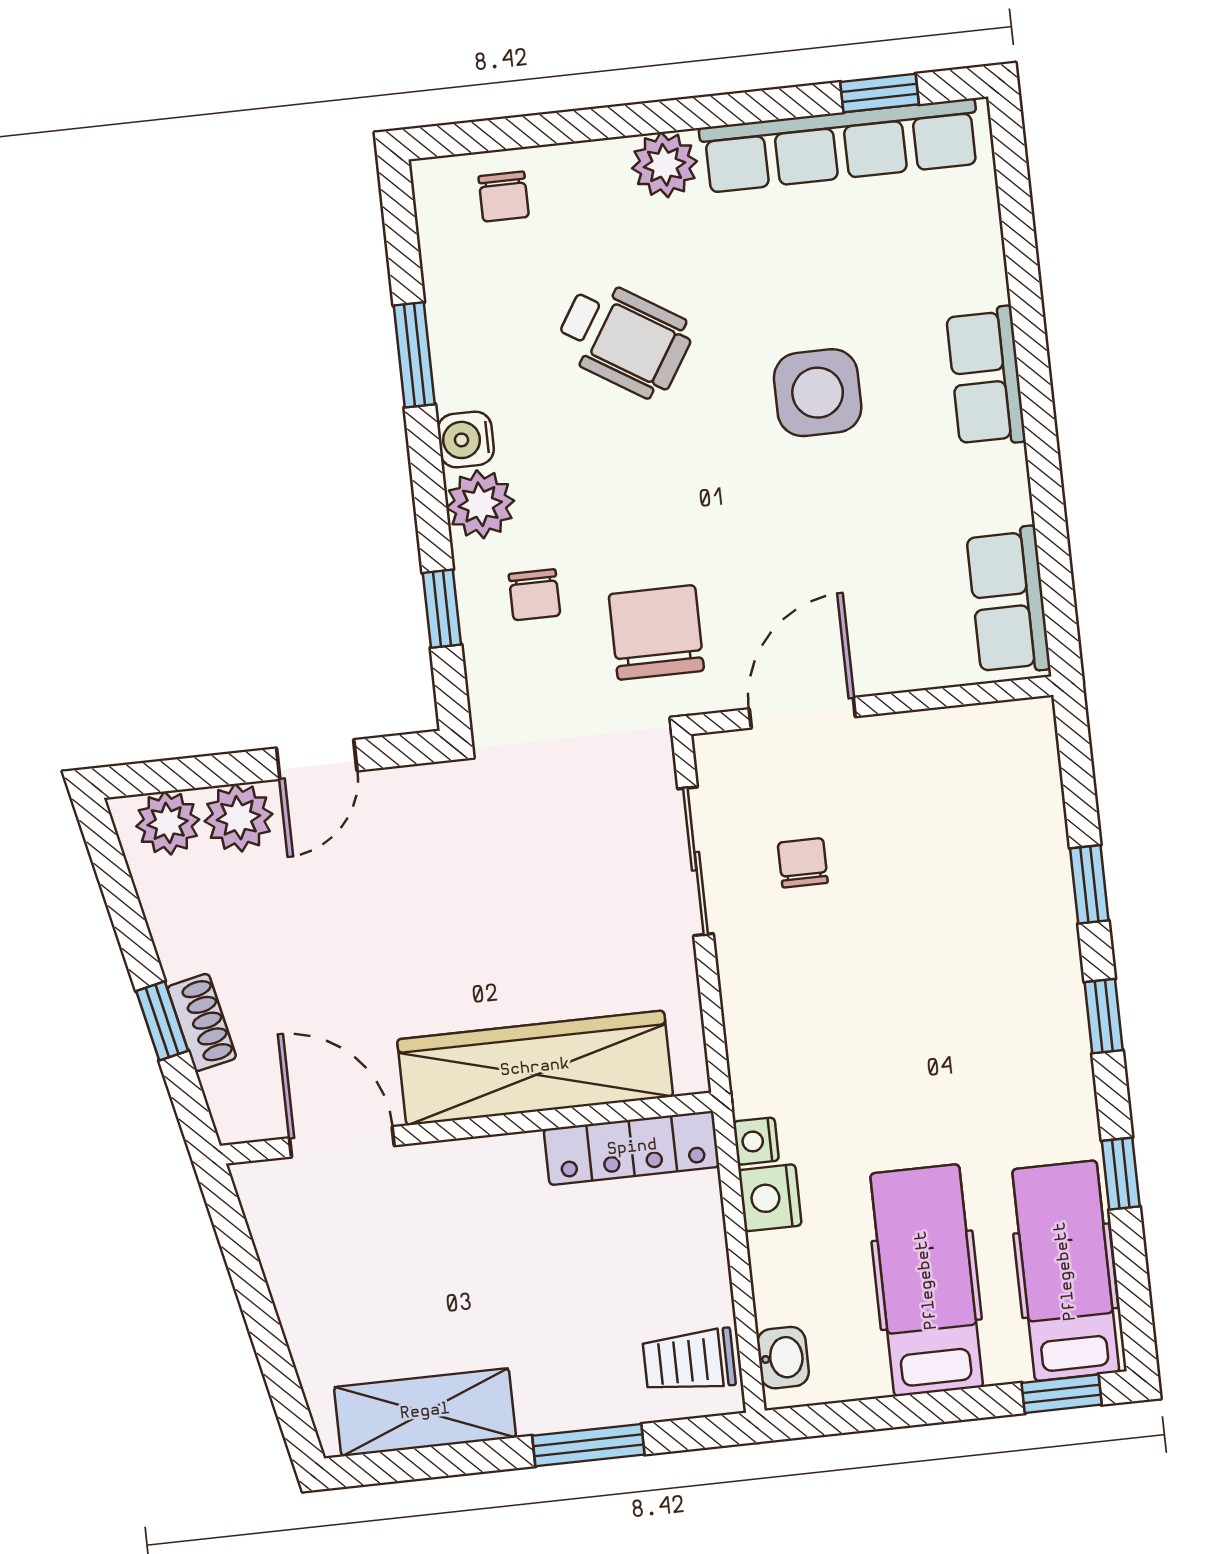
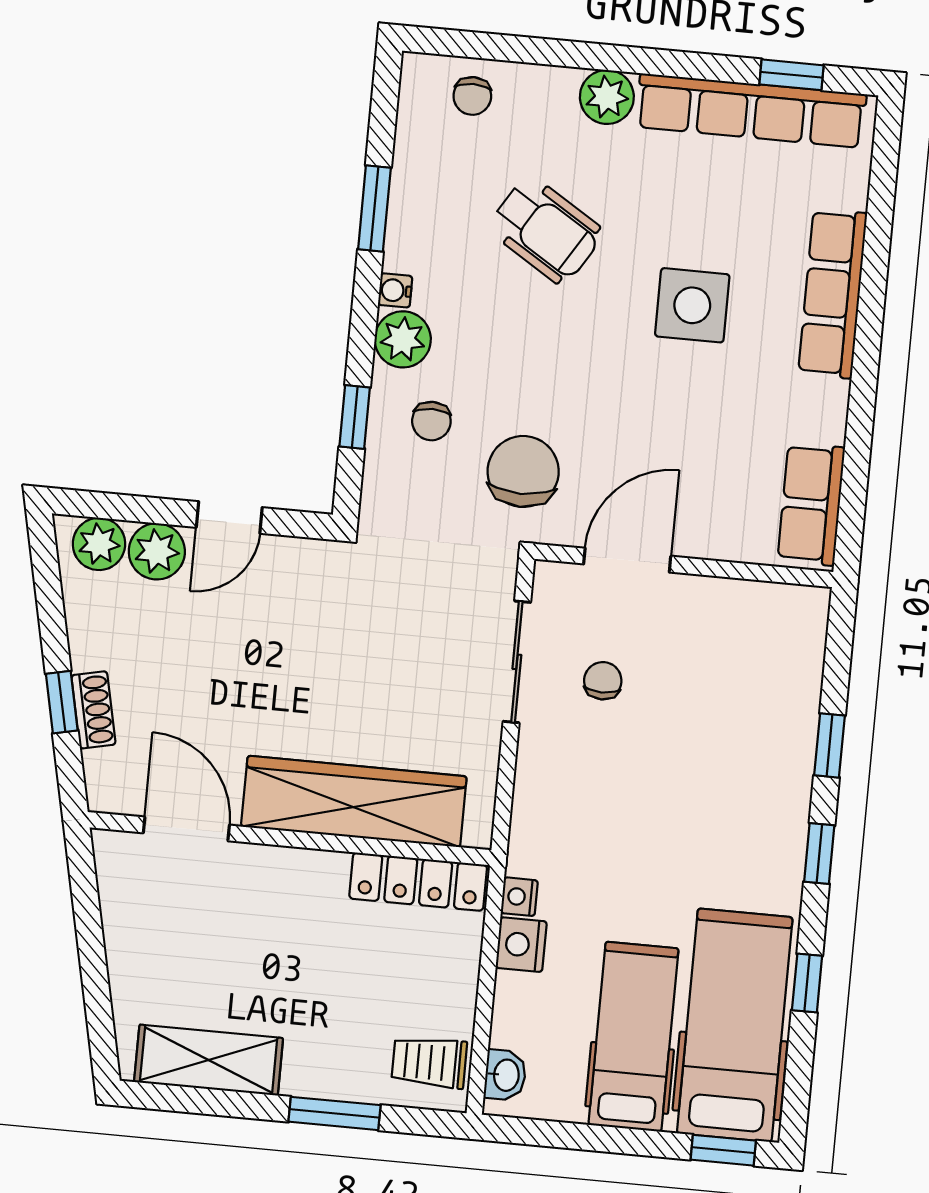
row of seats: (986, 377) -> (833, 294), width x1.48
water cooler: (466, 439) -> (395, 290), width x0.72, depth x0.72
hospital bed: (1066, 1271) -> (735, 1025), width x1.37, depth x1.29

